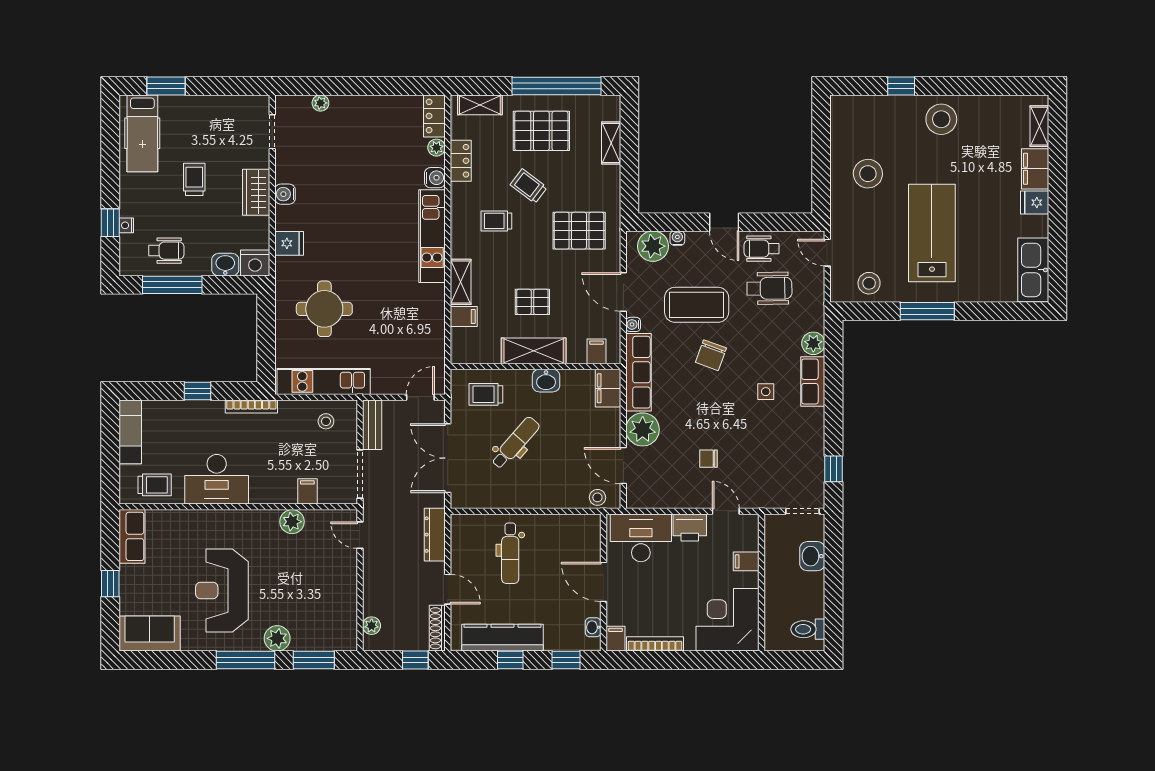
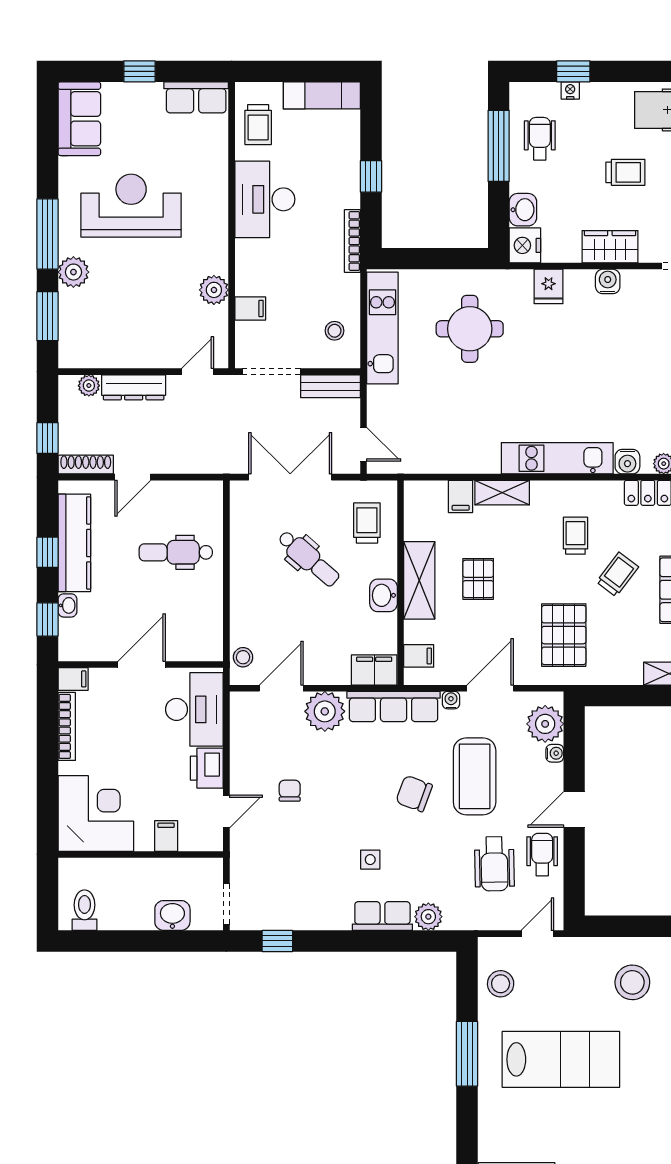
wheelchair: (166, 251) -> (540, 139), turned 180
dresser: (435, 535) -> (134, 387), moved, turned 180
washbasin: (593, 627) -> (67, 605), moved, turned 90

